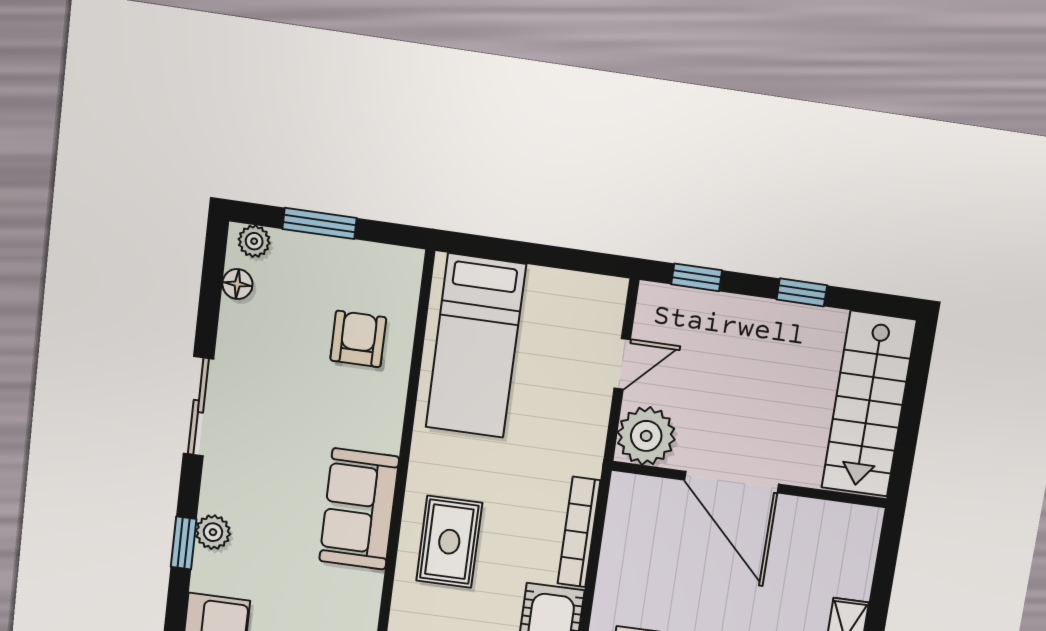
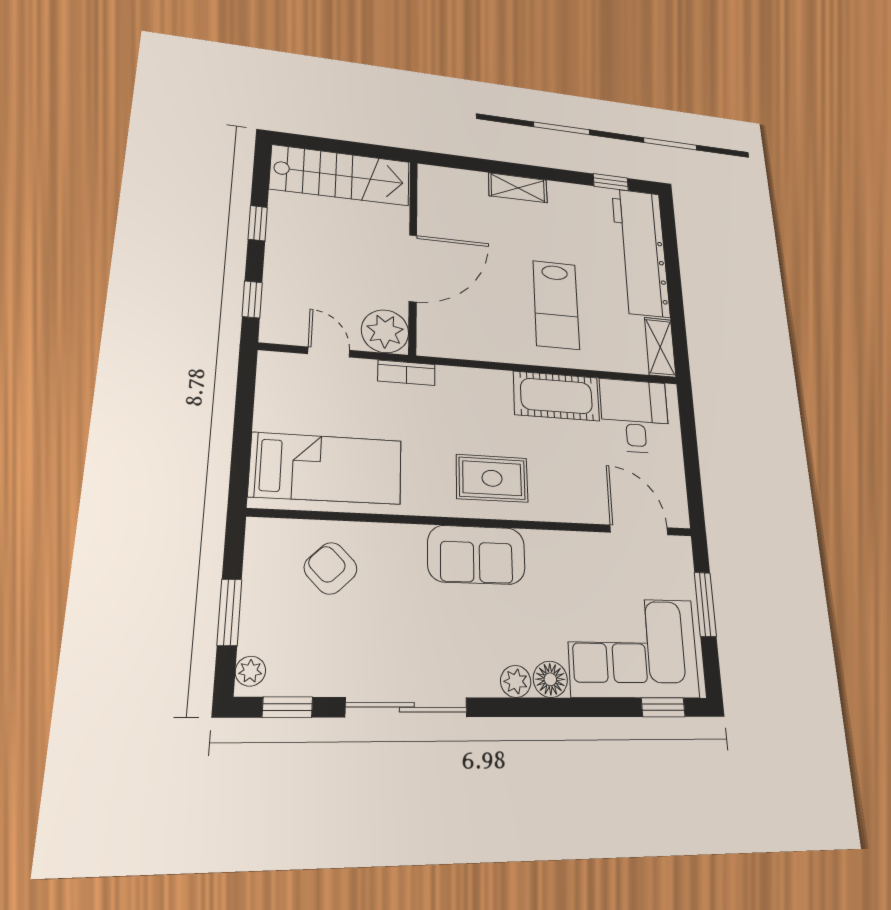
floor lamp: (237, 284) -> (550, 679), moved, width x1.37, depth x1.37
armchair: (358, 339) -> (331, 568), turned 46
sliding door: (198, 406) -> (407, 707), width x1.37
bookcase: (579, 532) -> (406, 373), moved, width x0.64
window: (184, 543) -> (287, 707), moved

